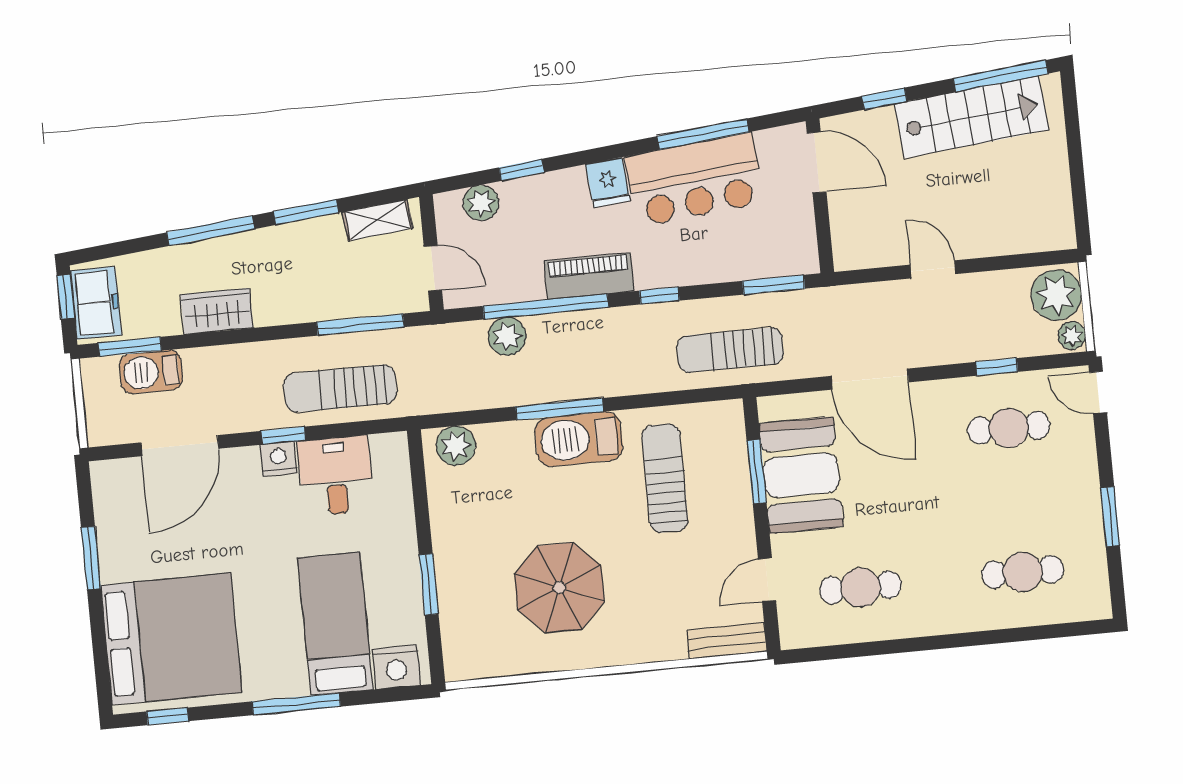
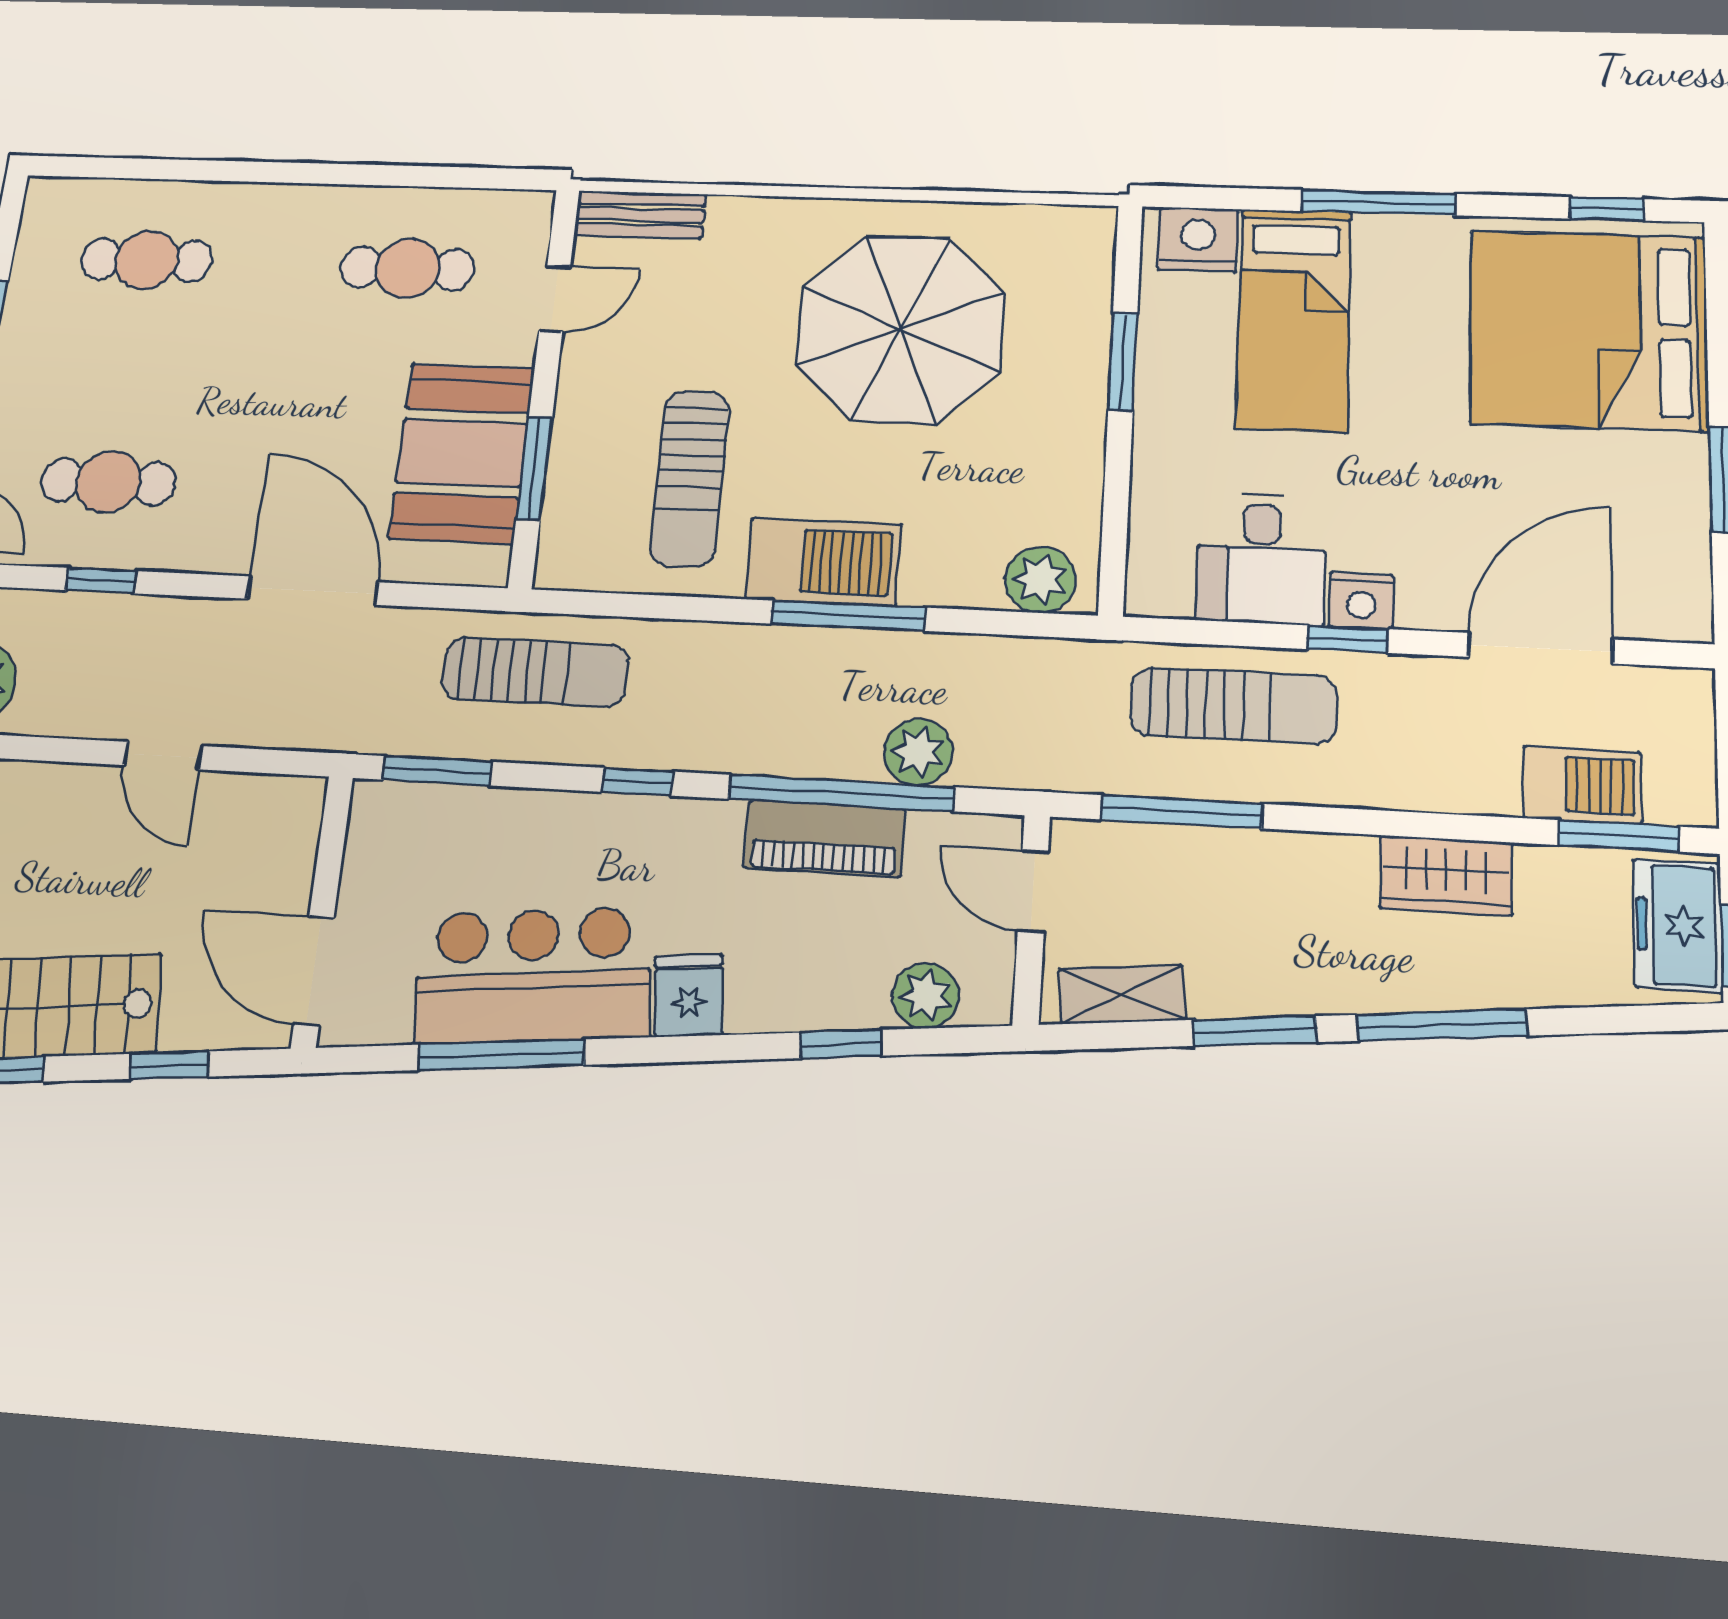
piano: (589, 276) -> (825, 838), moved
parasol: (559, 588) -> (900, 329), width x1.36, depth x1.36

